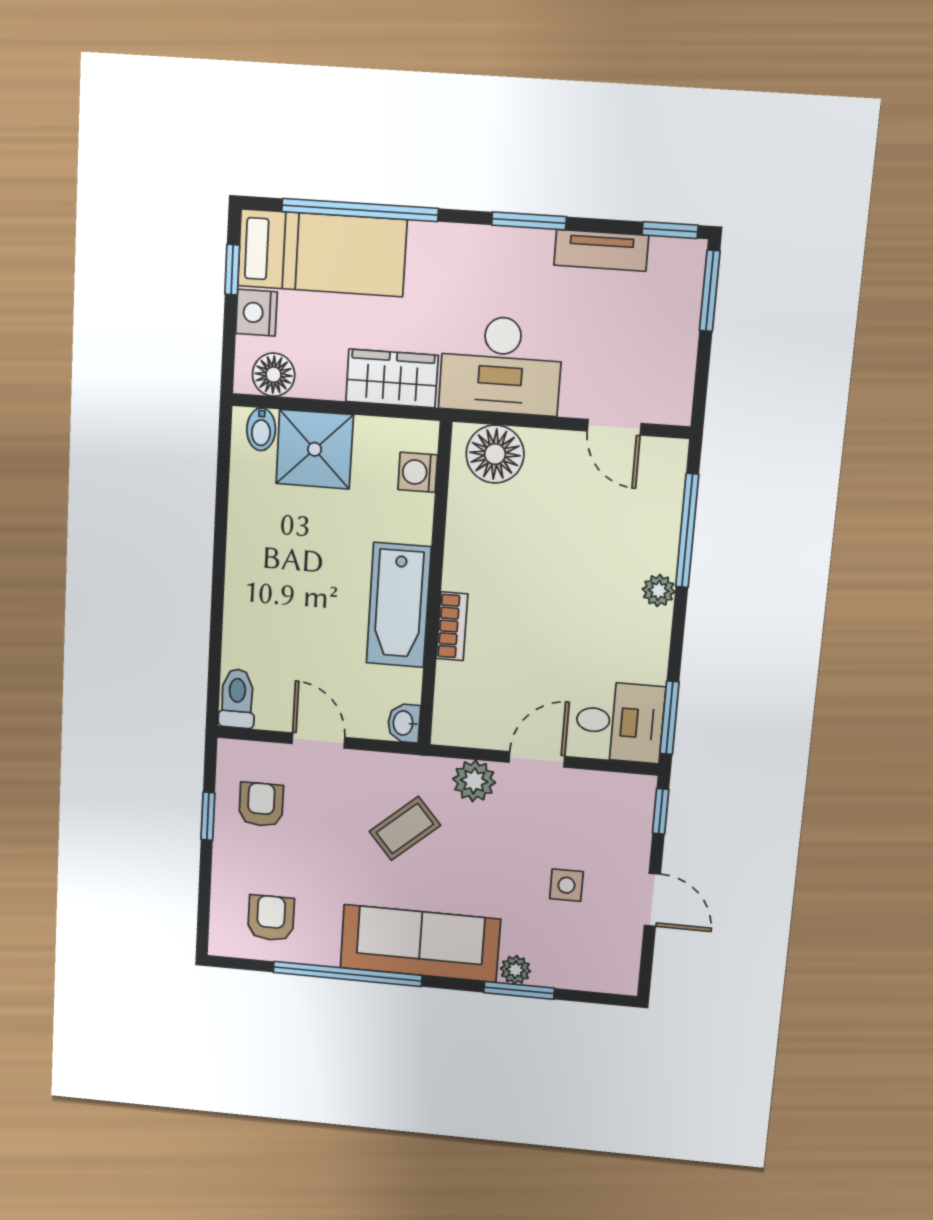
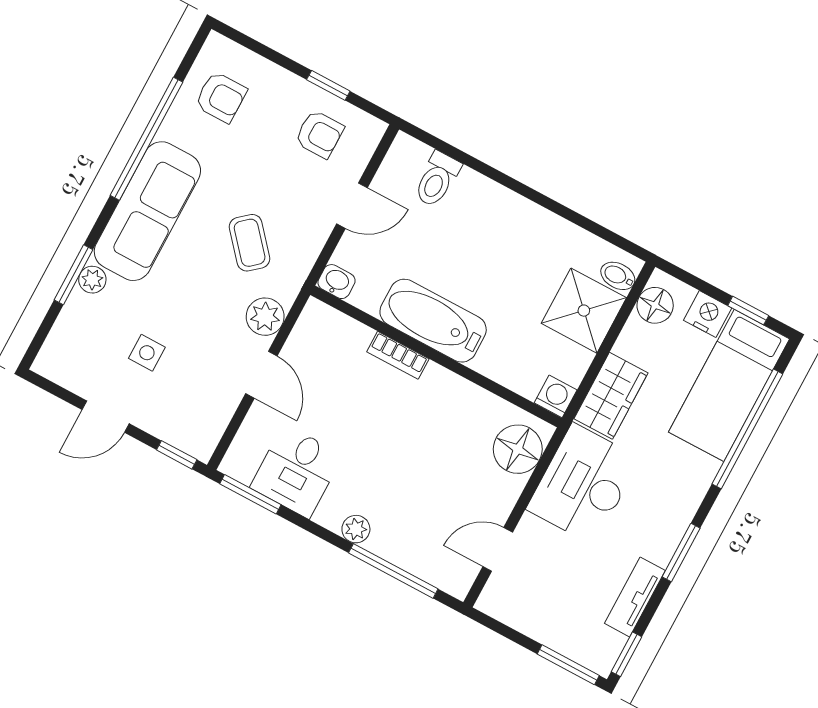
washing machine: (418, 472) -> (556, 396), moved
toilet: (237, 699) -> (437, 179), moved, turned 90
desk: (620, 722) -> (297, 471), moved

